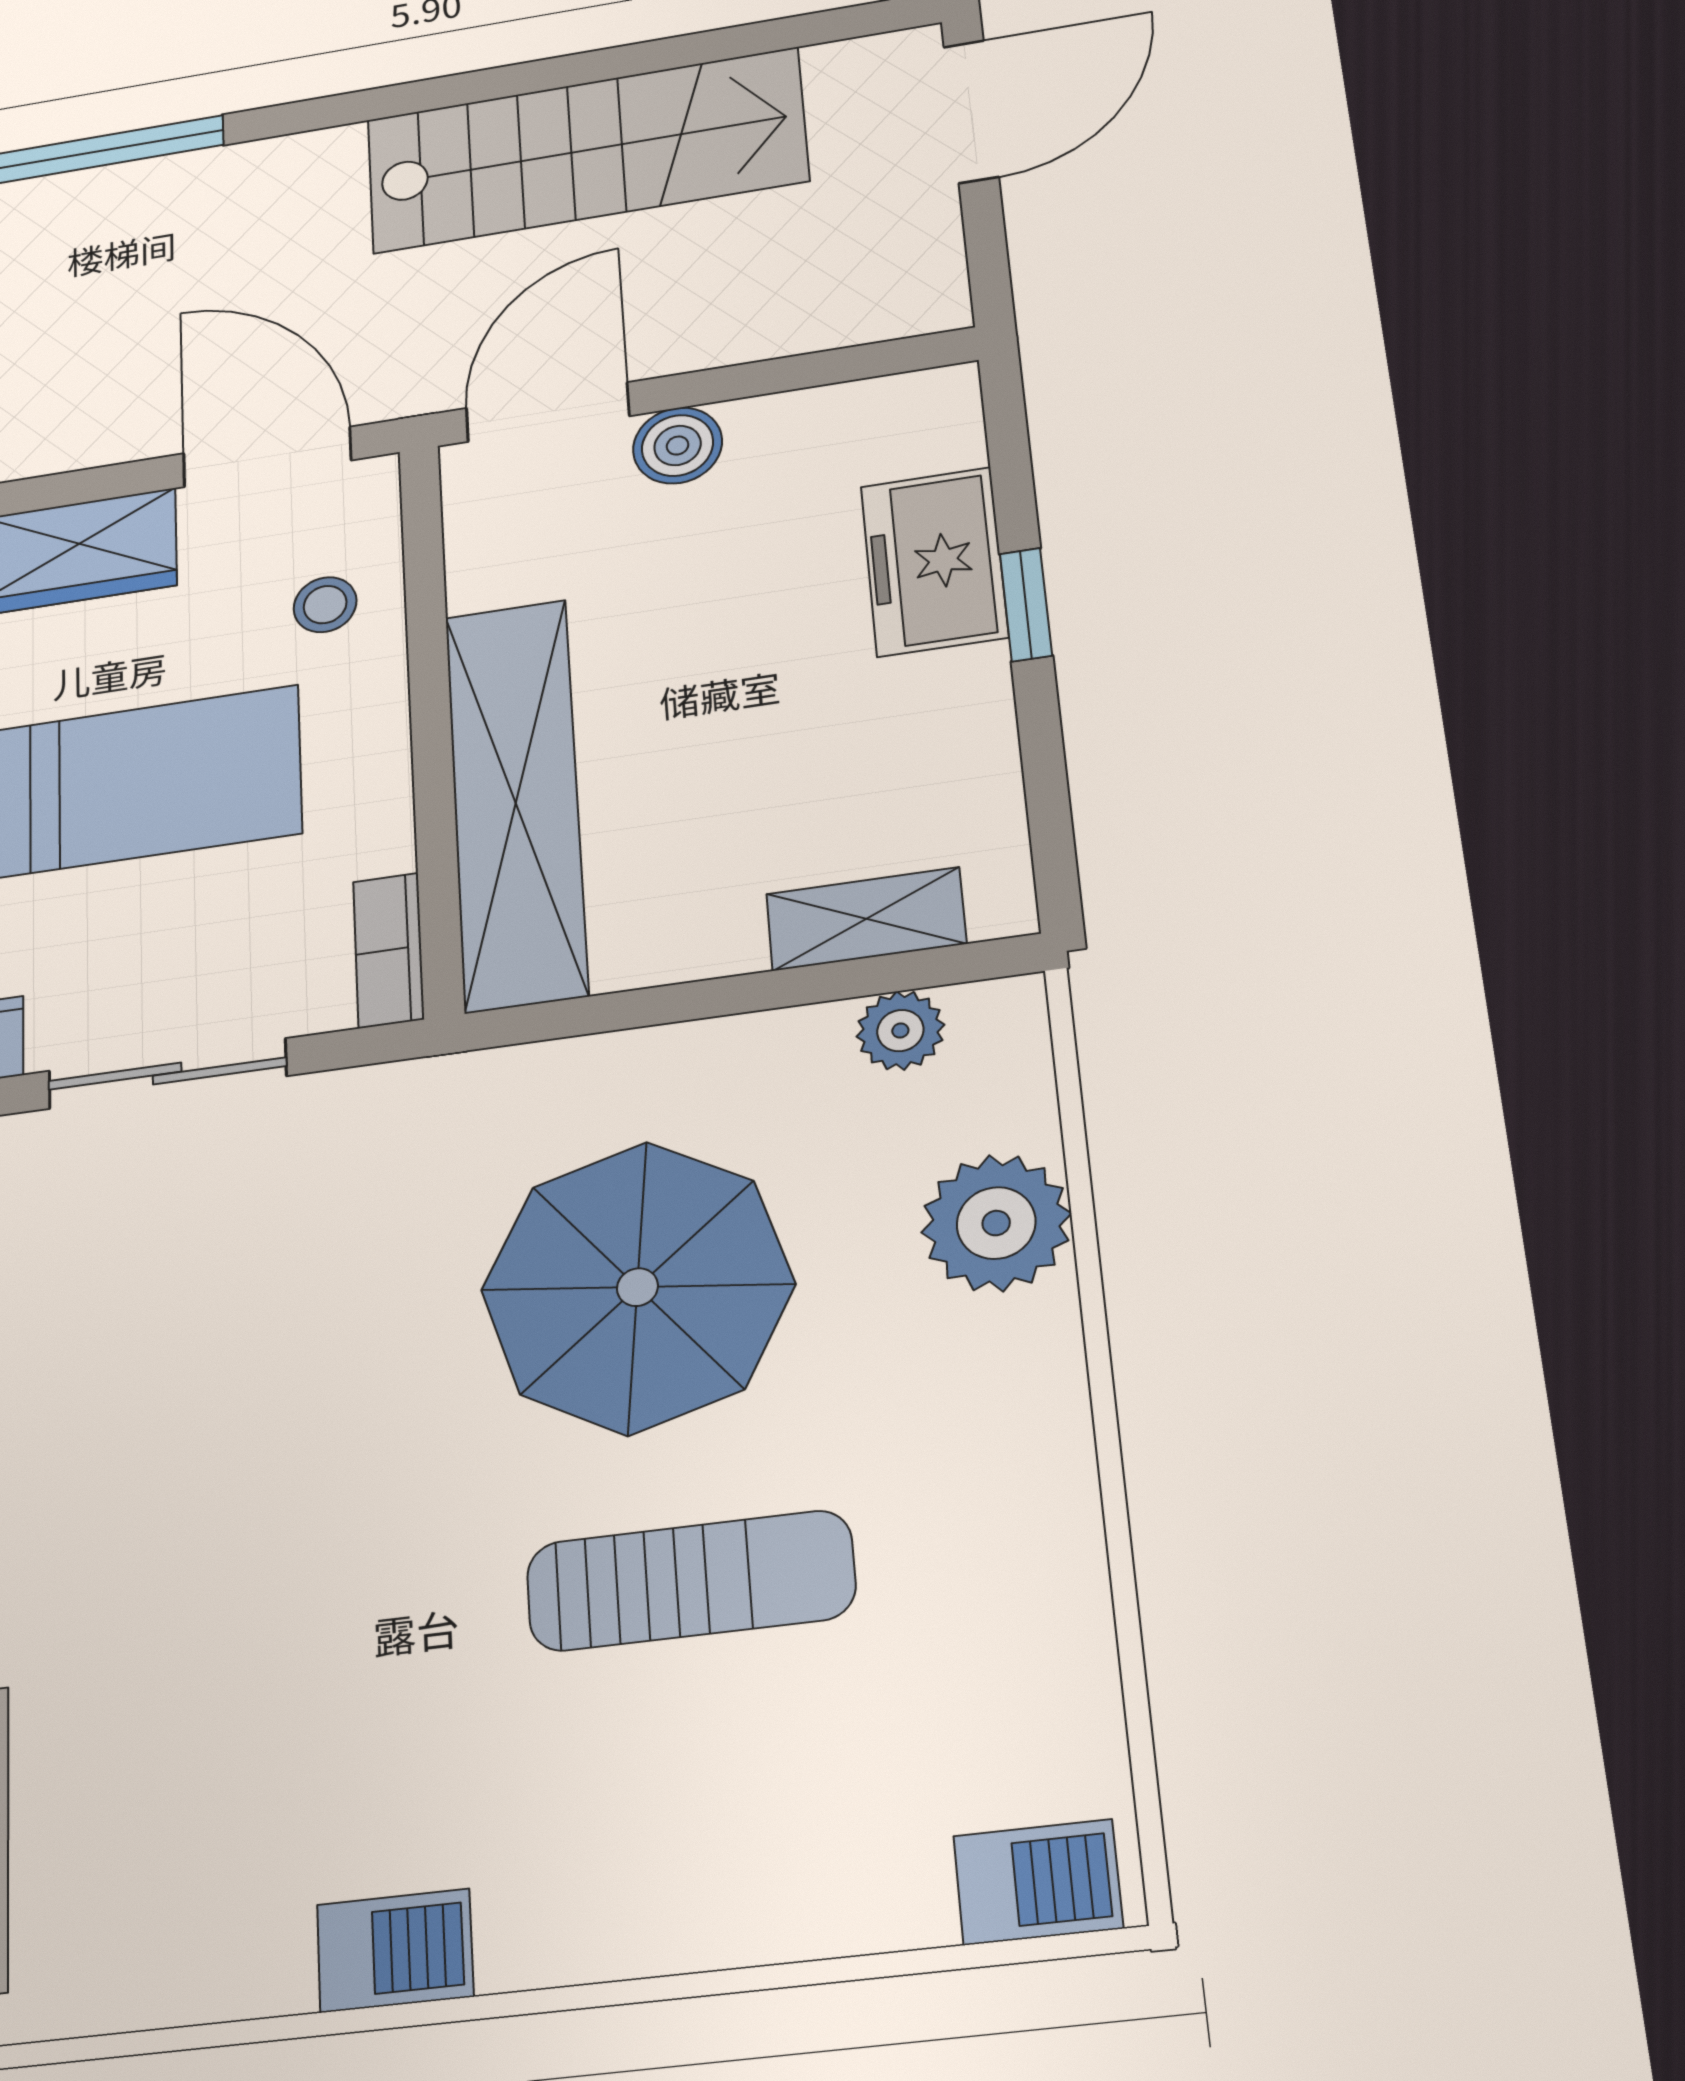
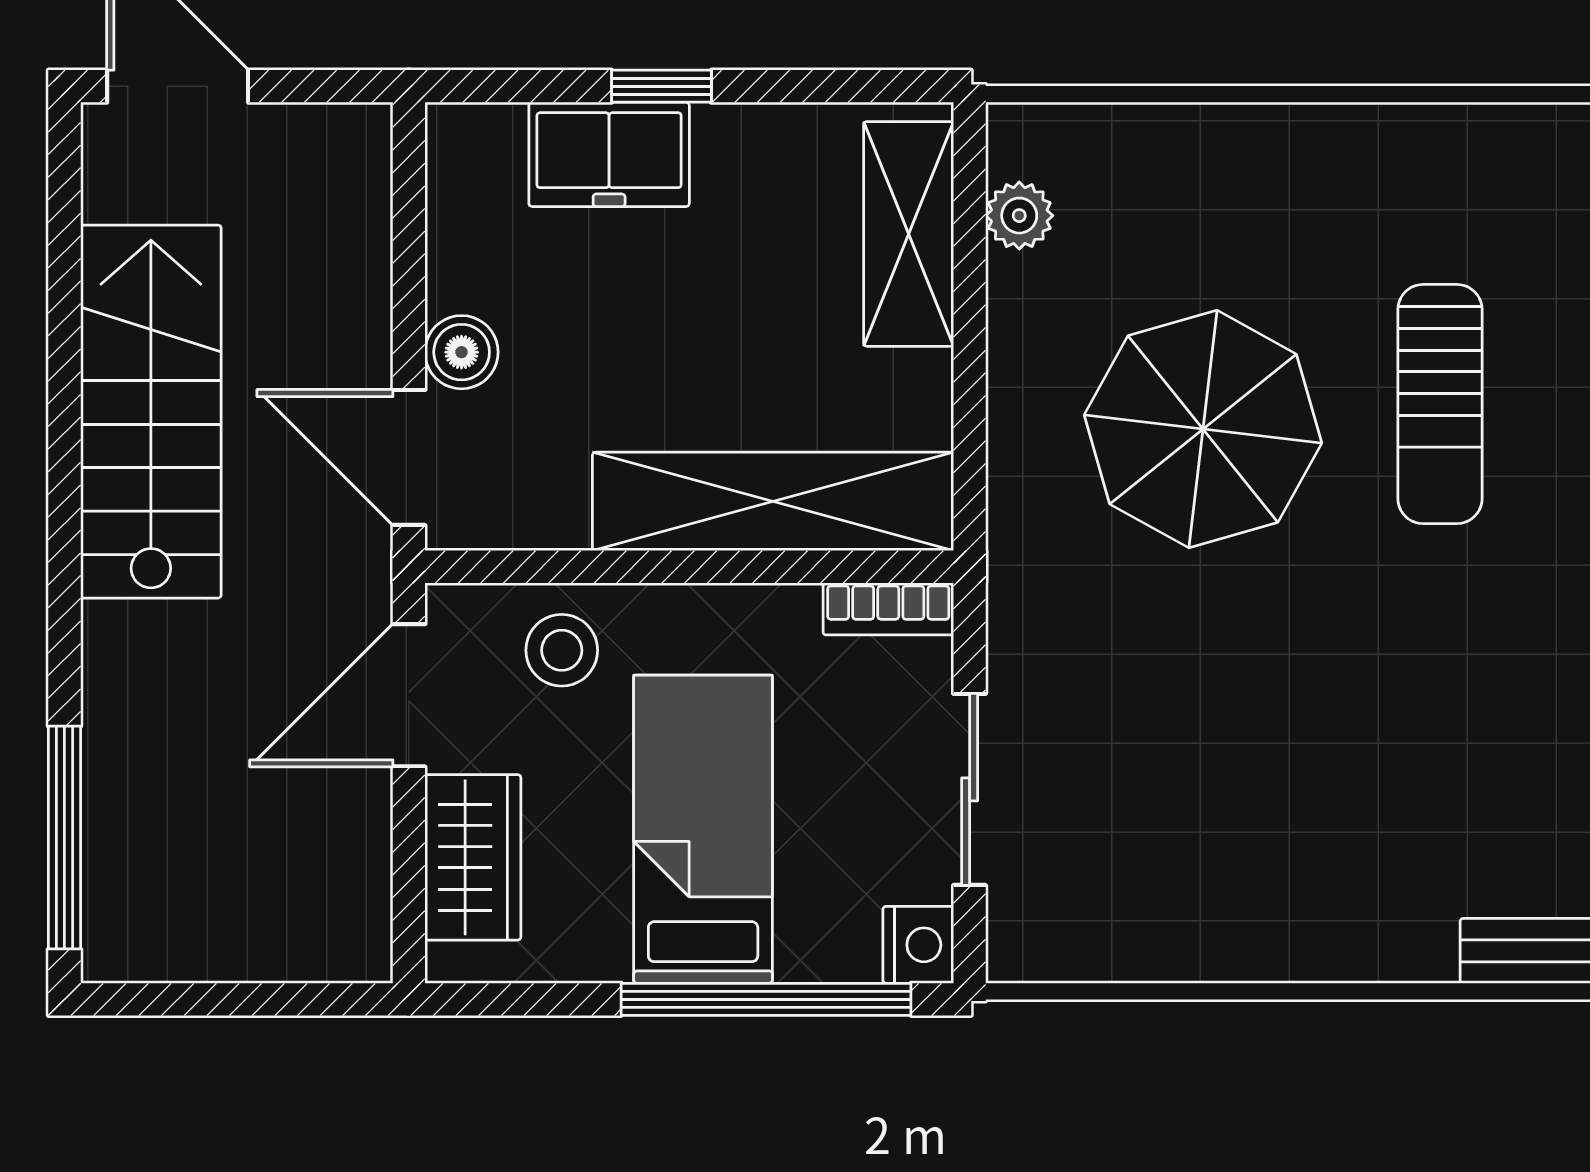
stool: (325, 605) -> (562, 650), width x1.37, depth x1.37
shelving: (866, 919) -> (909, 234), width x1.50, depth x1.33
plant: (996, 1223) -> (1189, 158), removed
sun lounger: (690, 1581) -> (1440, 404), turned 180

